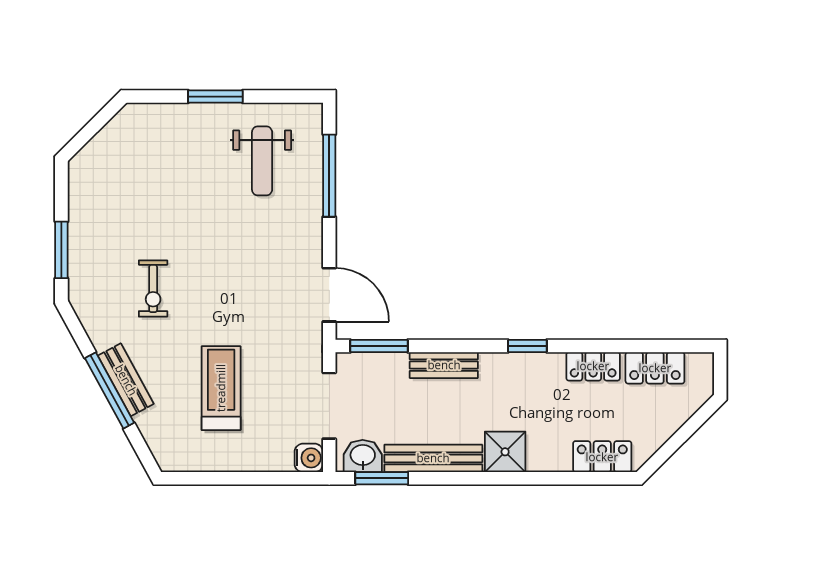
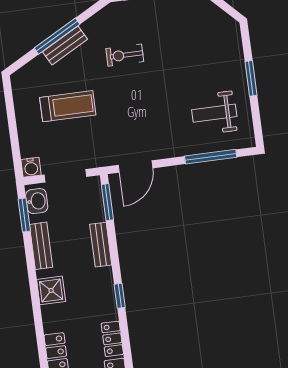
bench: (433, 458) -> (41, 246), width x0.73

